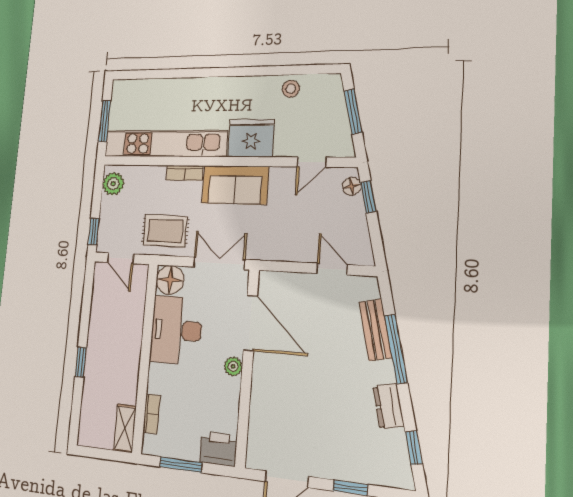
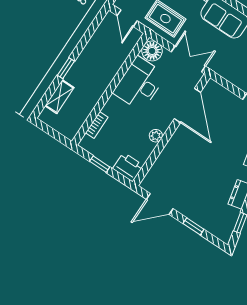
plant: (233, 366) -> (156, 136), moved
shelving: (125, 428) -> (59, 97), moved
window: (181, 465) -> (100, 164), width x0.67

